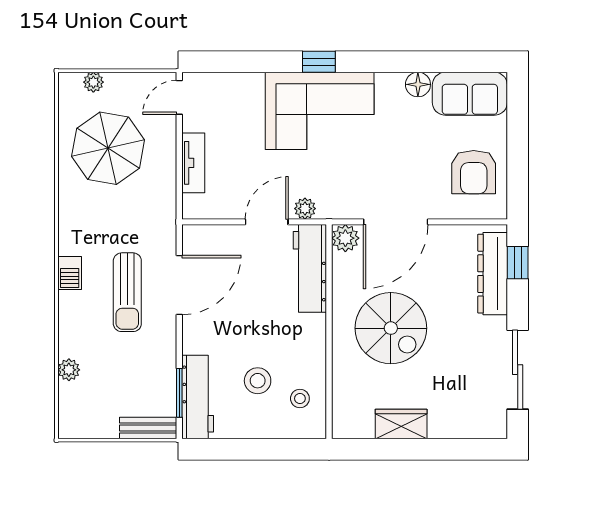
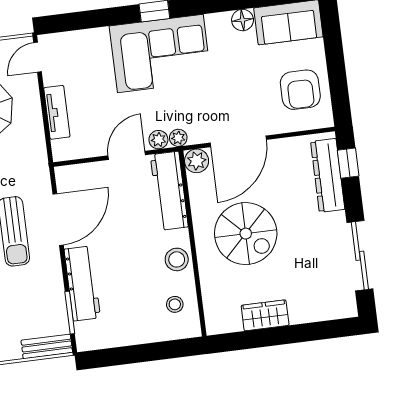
plant: (328, 209) -> (178, 138), added
stool: (258, 381) -> (177, 259), moved
workbench: (198, 397) -> (82, 283), moved

